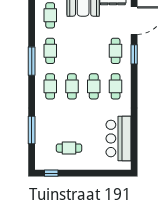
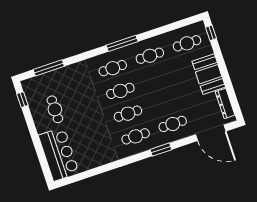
window: (134, 54) -> (161, 150), moved
window: (32, 61) -> (122, 43), moved
window: (32, 130) -> (49, 68), moved
bar counter: (119, 138) -> (59, 154), moved, turned 90

